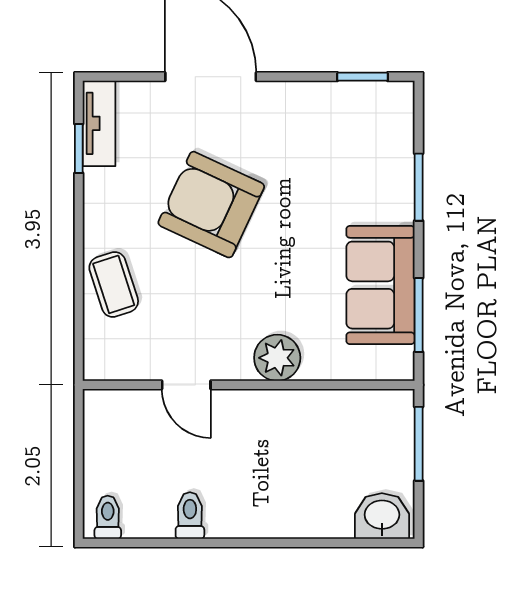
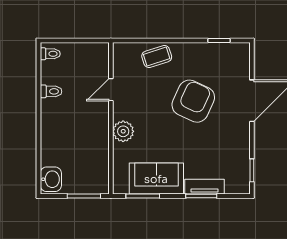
tv unit: (99, 123) -> (205, 187), moved, turned 180

